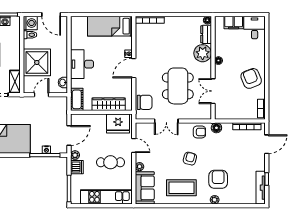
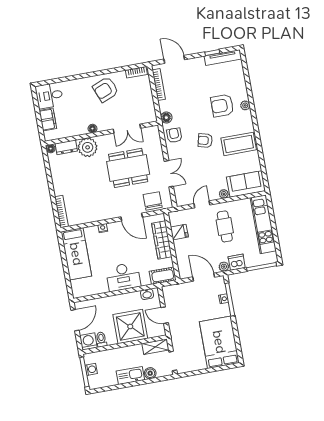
door: (134, 68) -> (132, 217), moved
fridge: (118, 124) -> (179, 232), width x0.53, depth x0.75
coffee table: (181, 188) -> (239, 144), turned 90

